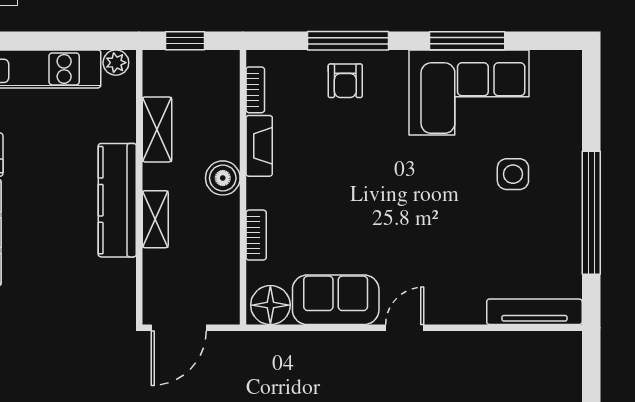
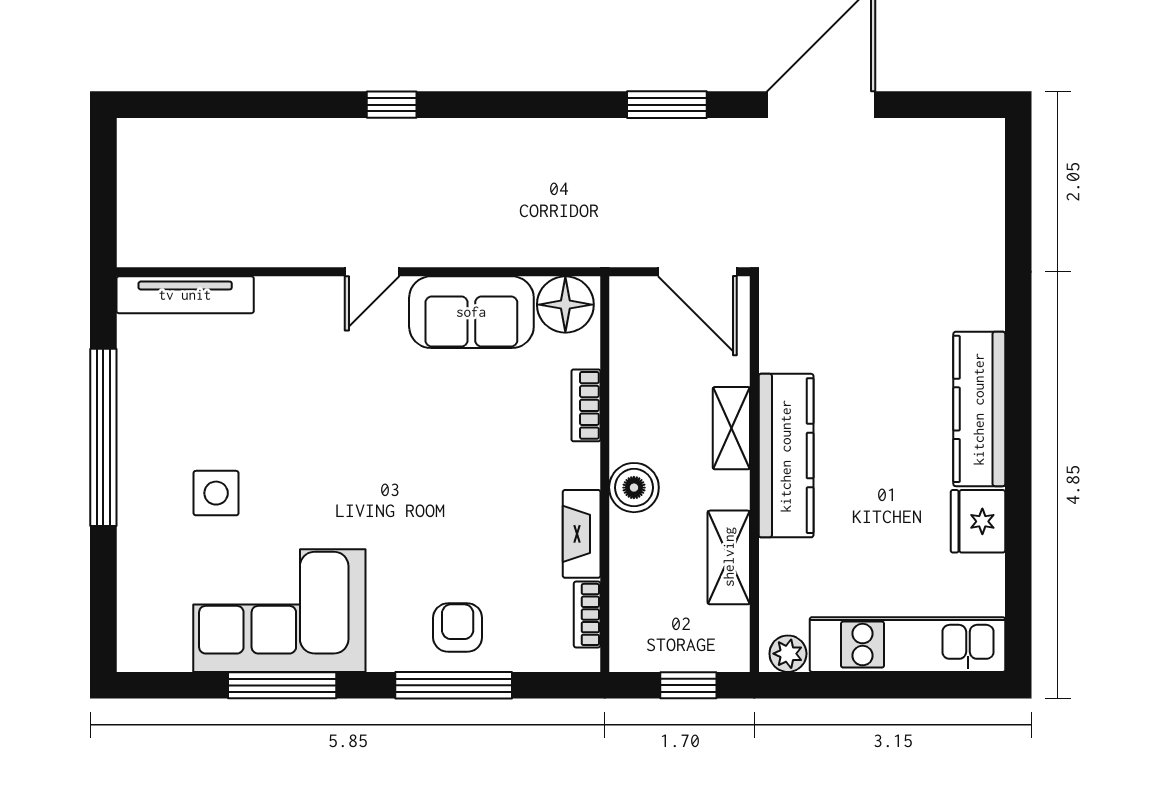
door: (179, 328) -> (697, 272), swing flipped

